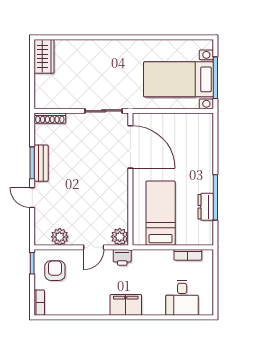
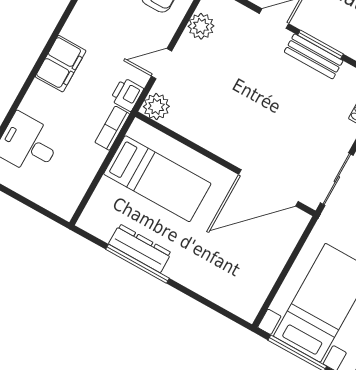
dresser: (206, 207) -> (140, 248), width x1.44
door: (94, 247) -> (162, 64), hinge flipped
bookcase: (188, 255) -> (112, 128), moved

